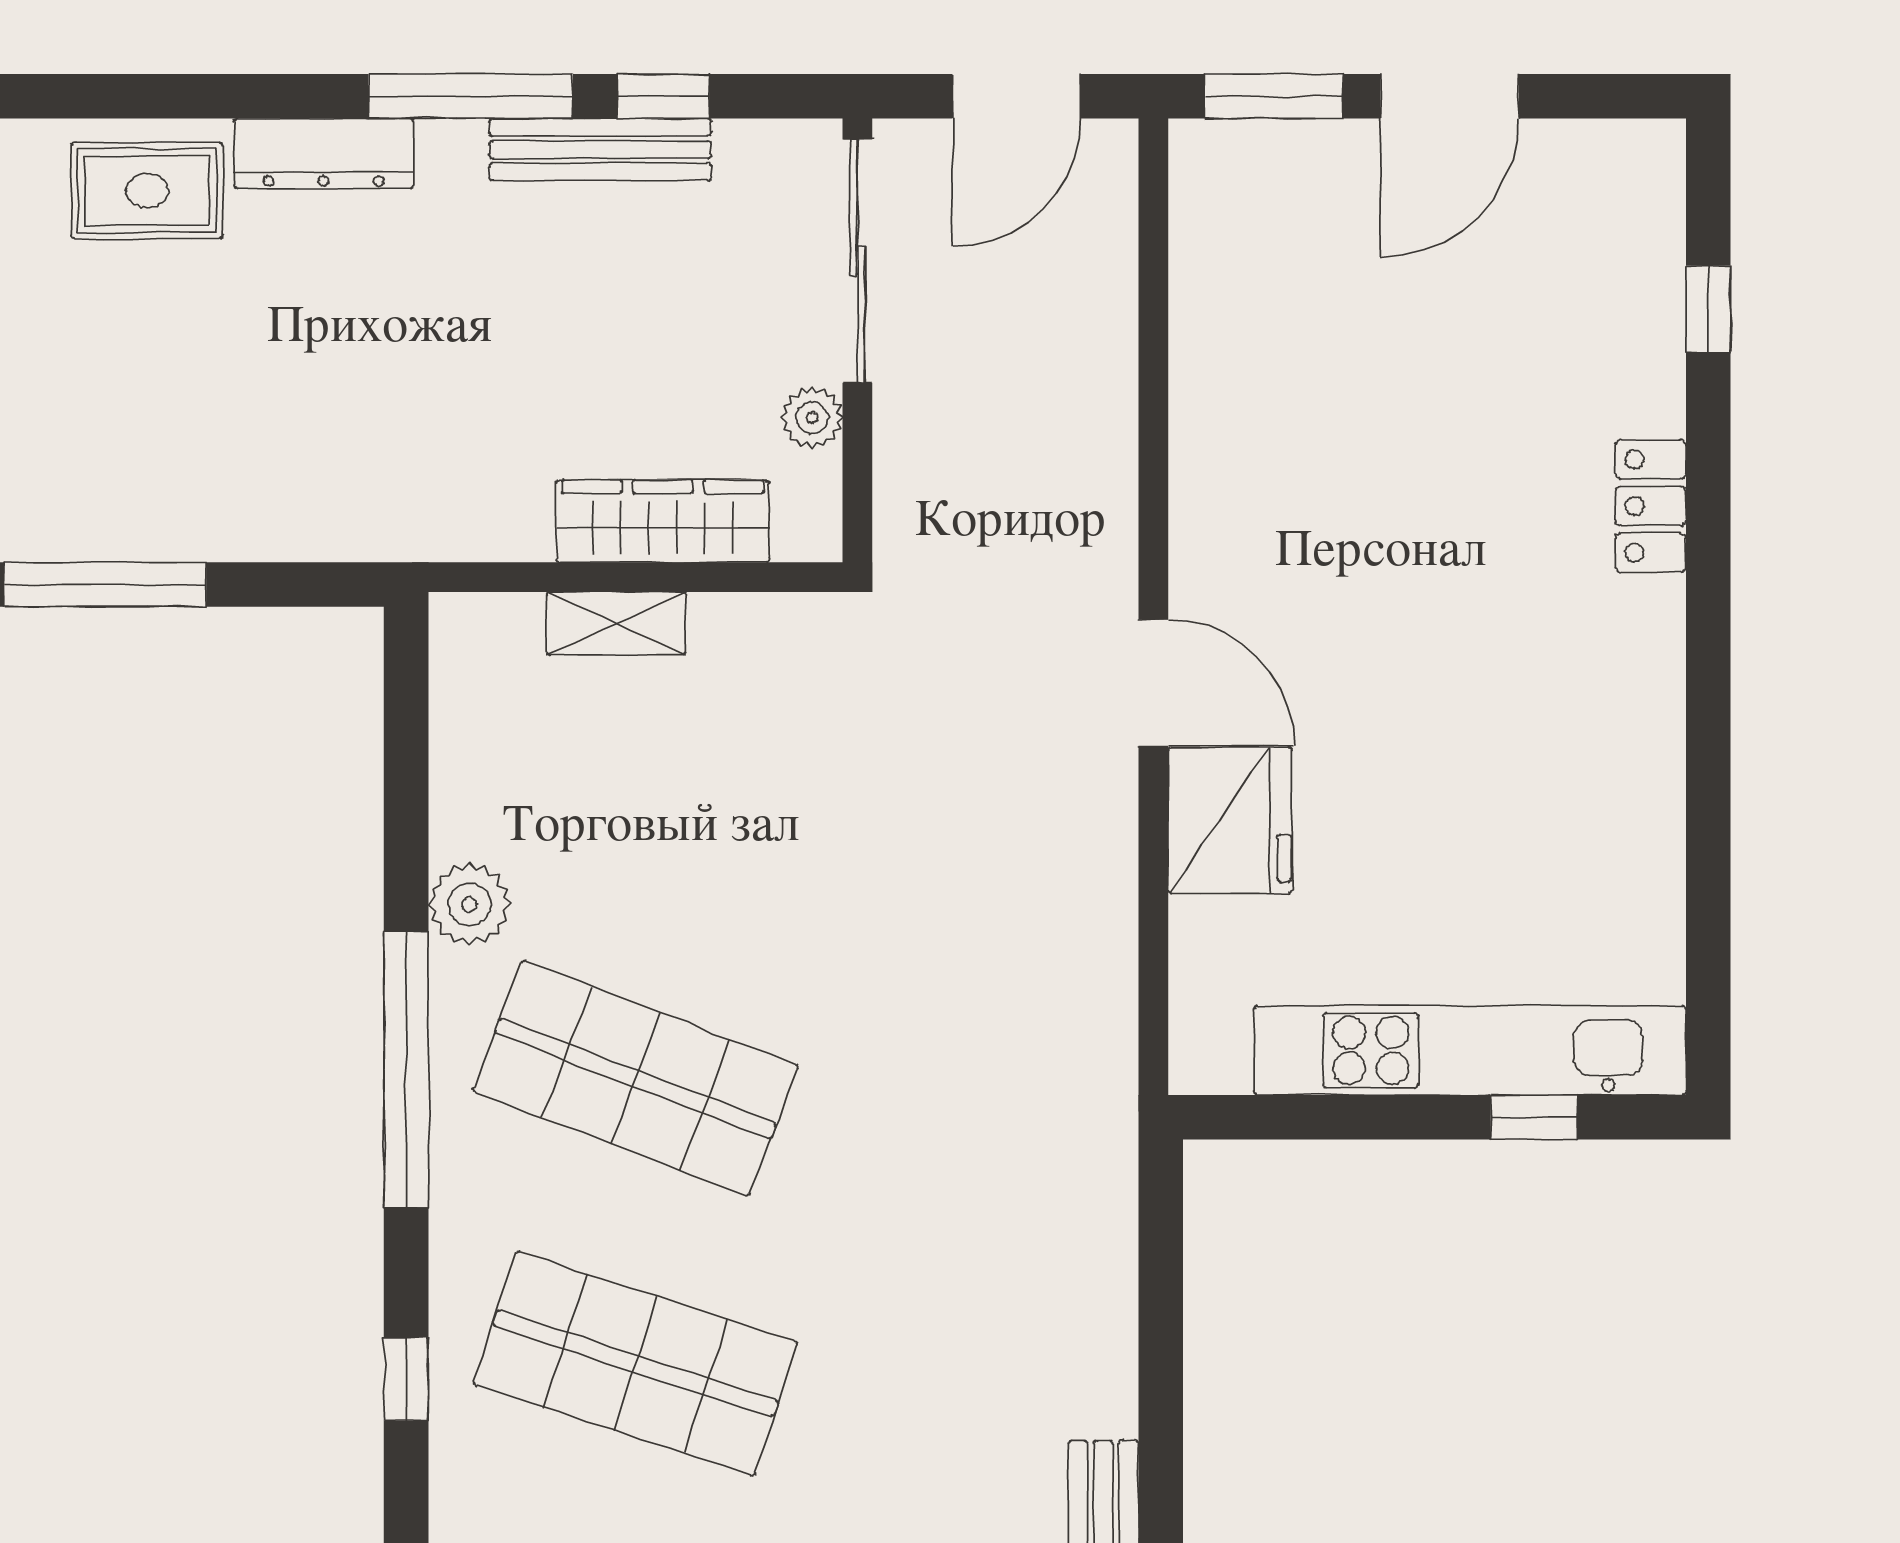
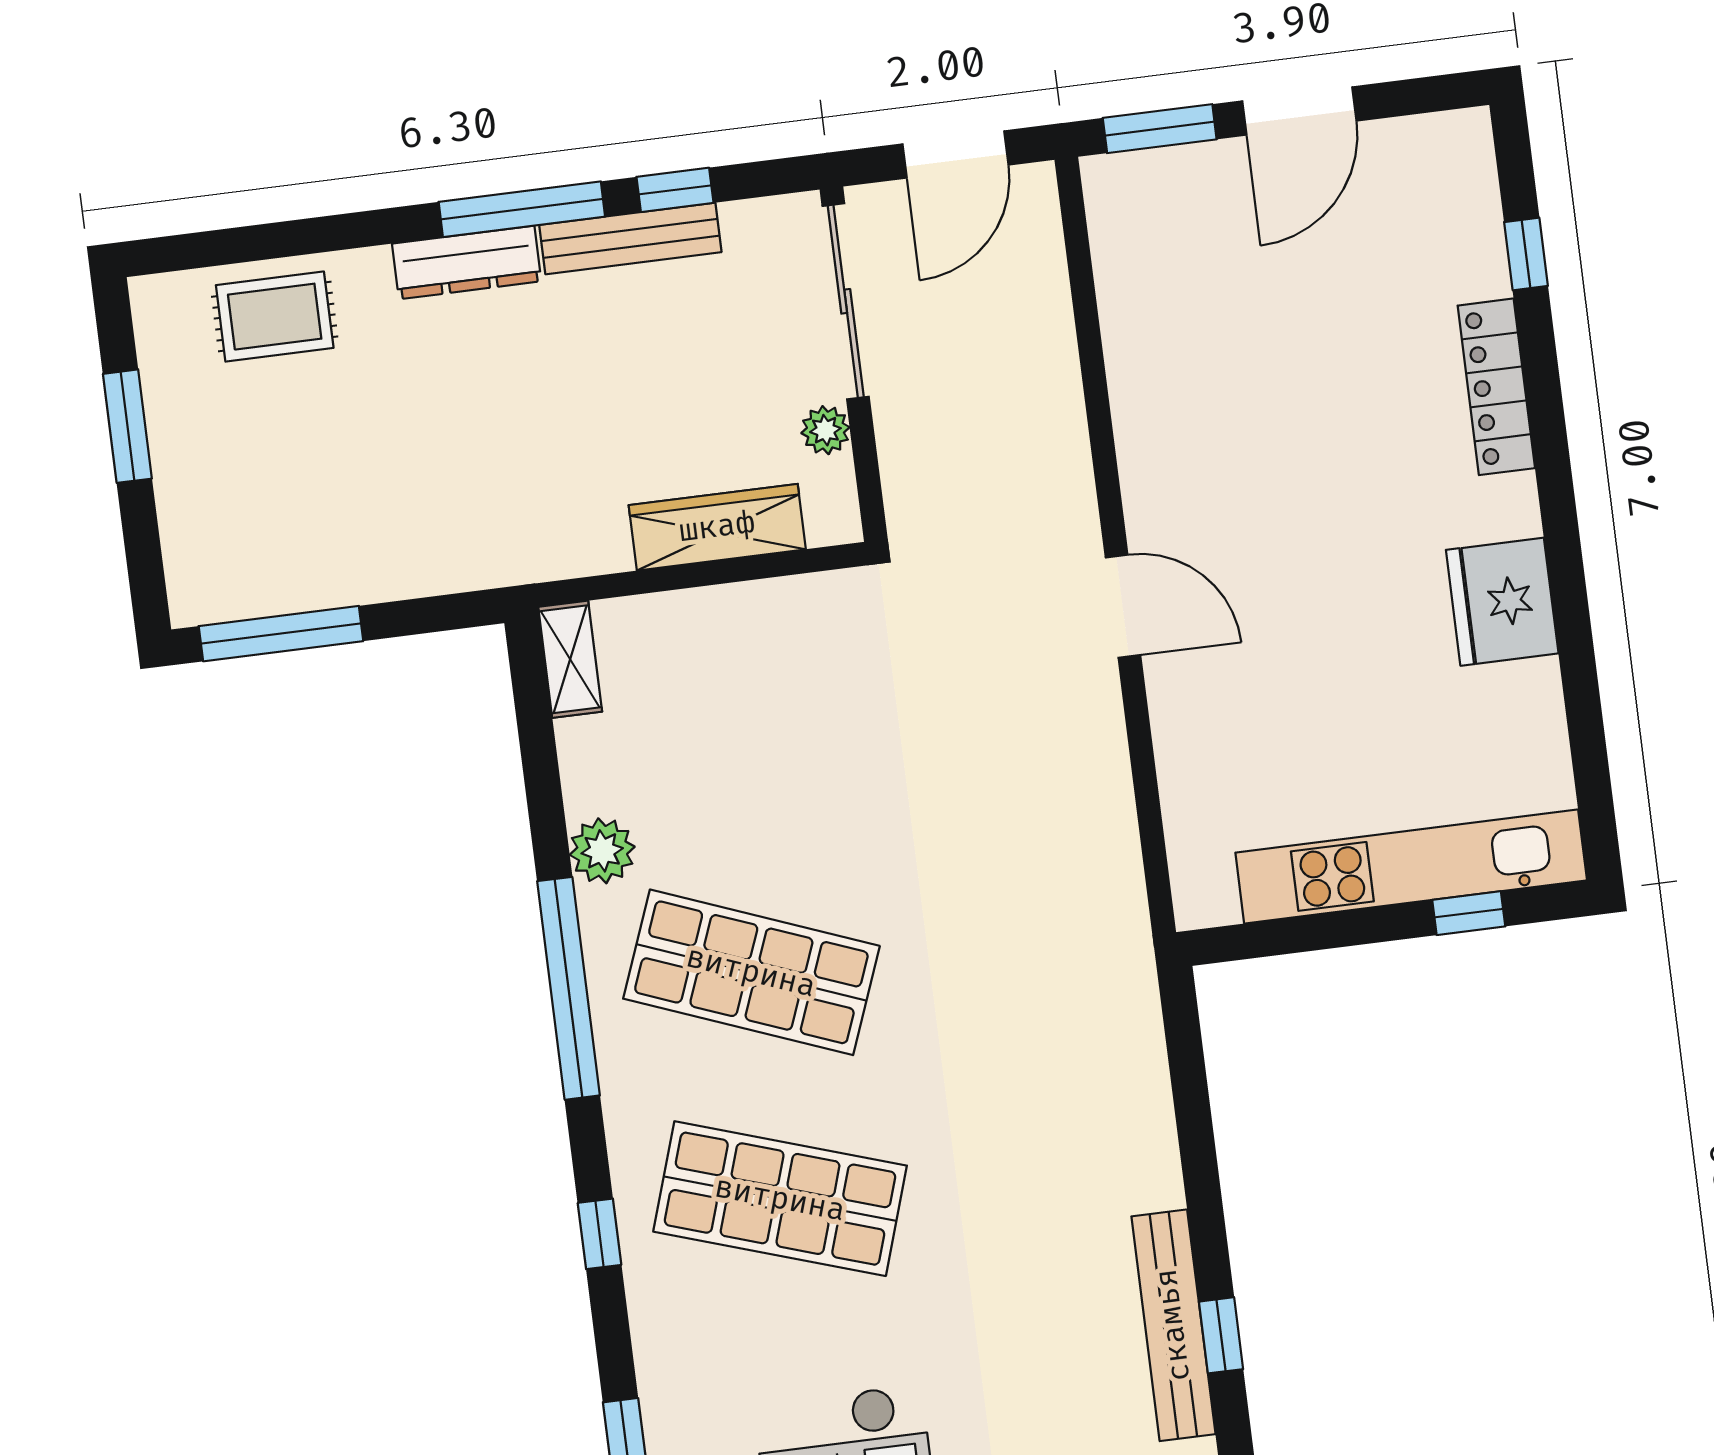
dresser: (324, 154) -> (467, 262), moved
locker: (1651, 506) -> (1496, 387), width x1.53
shelving: (616, 623) -> (570, 659), moved, turned 90
fridge: (1230, 820) -> (1502, 602), moved, turned 180

